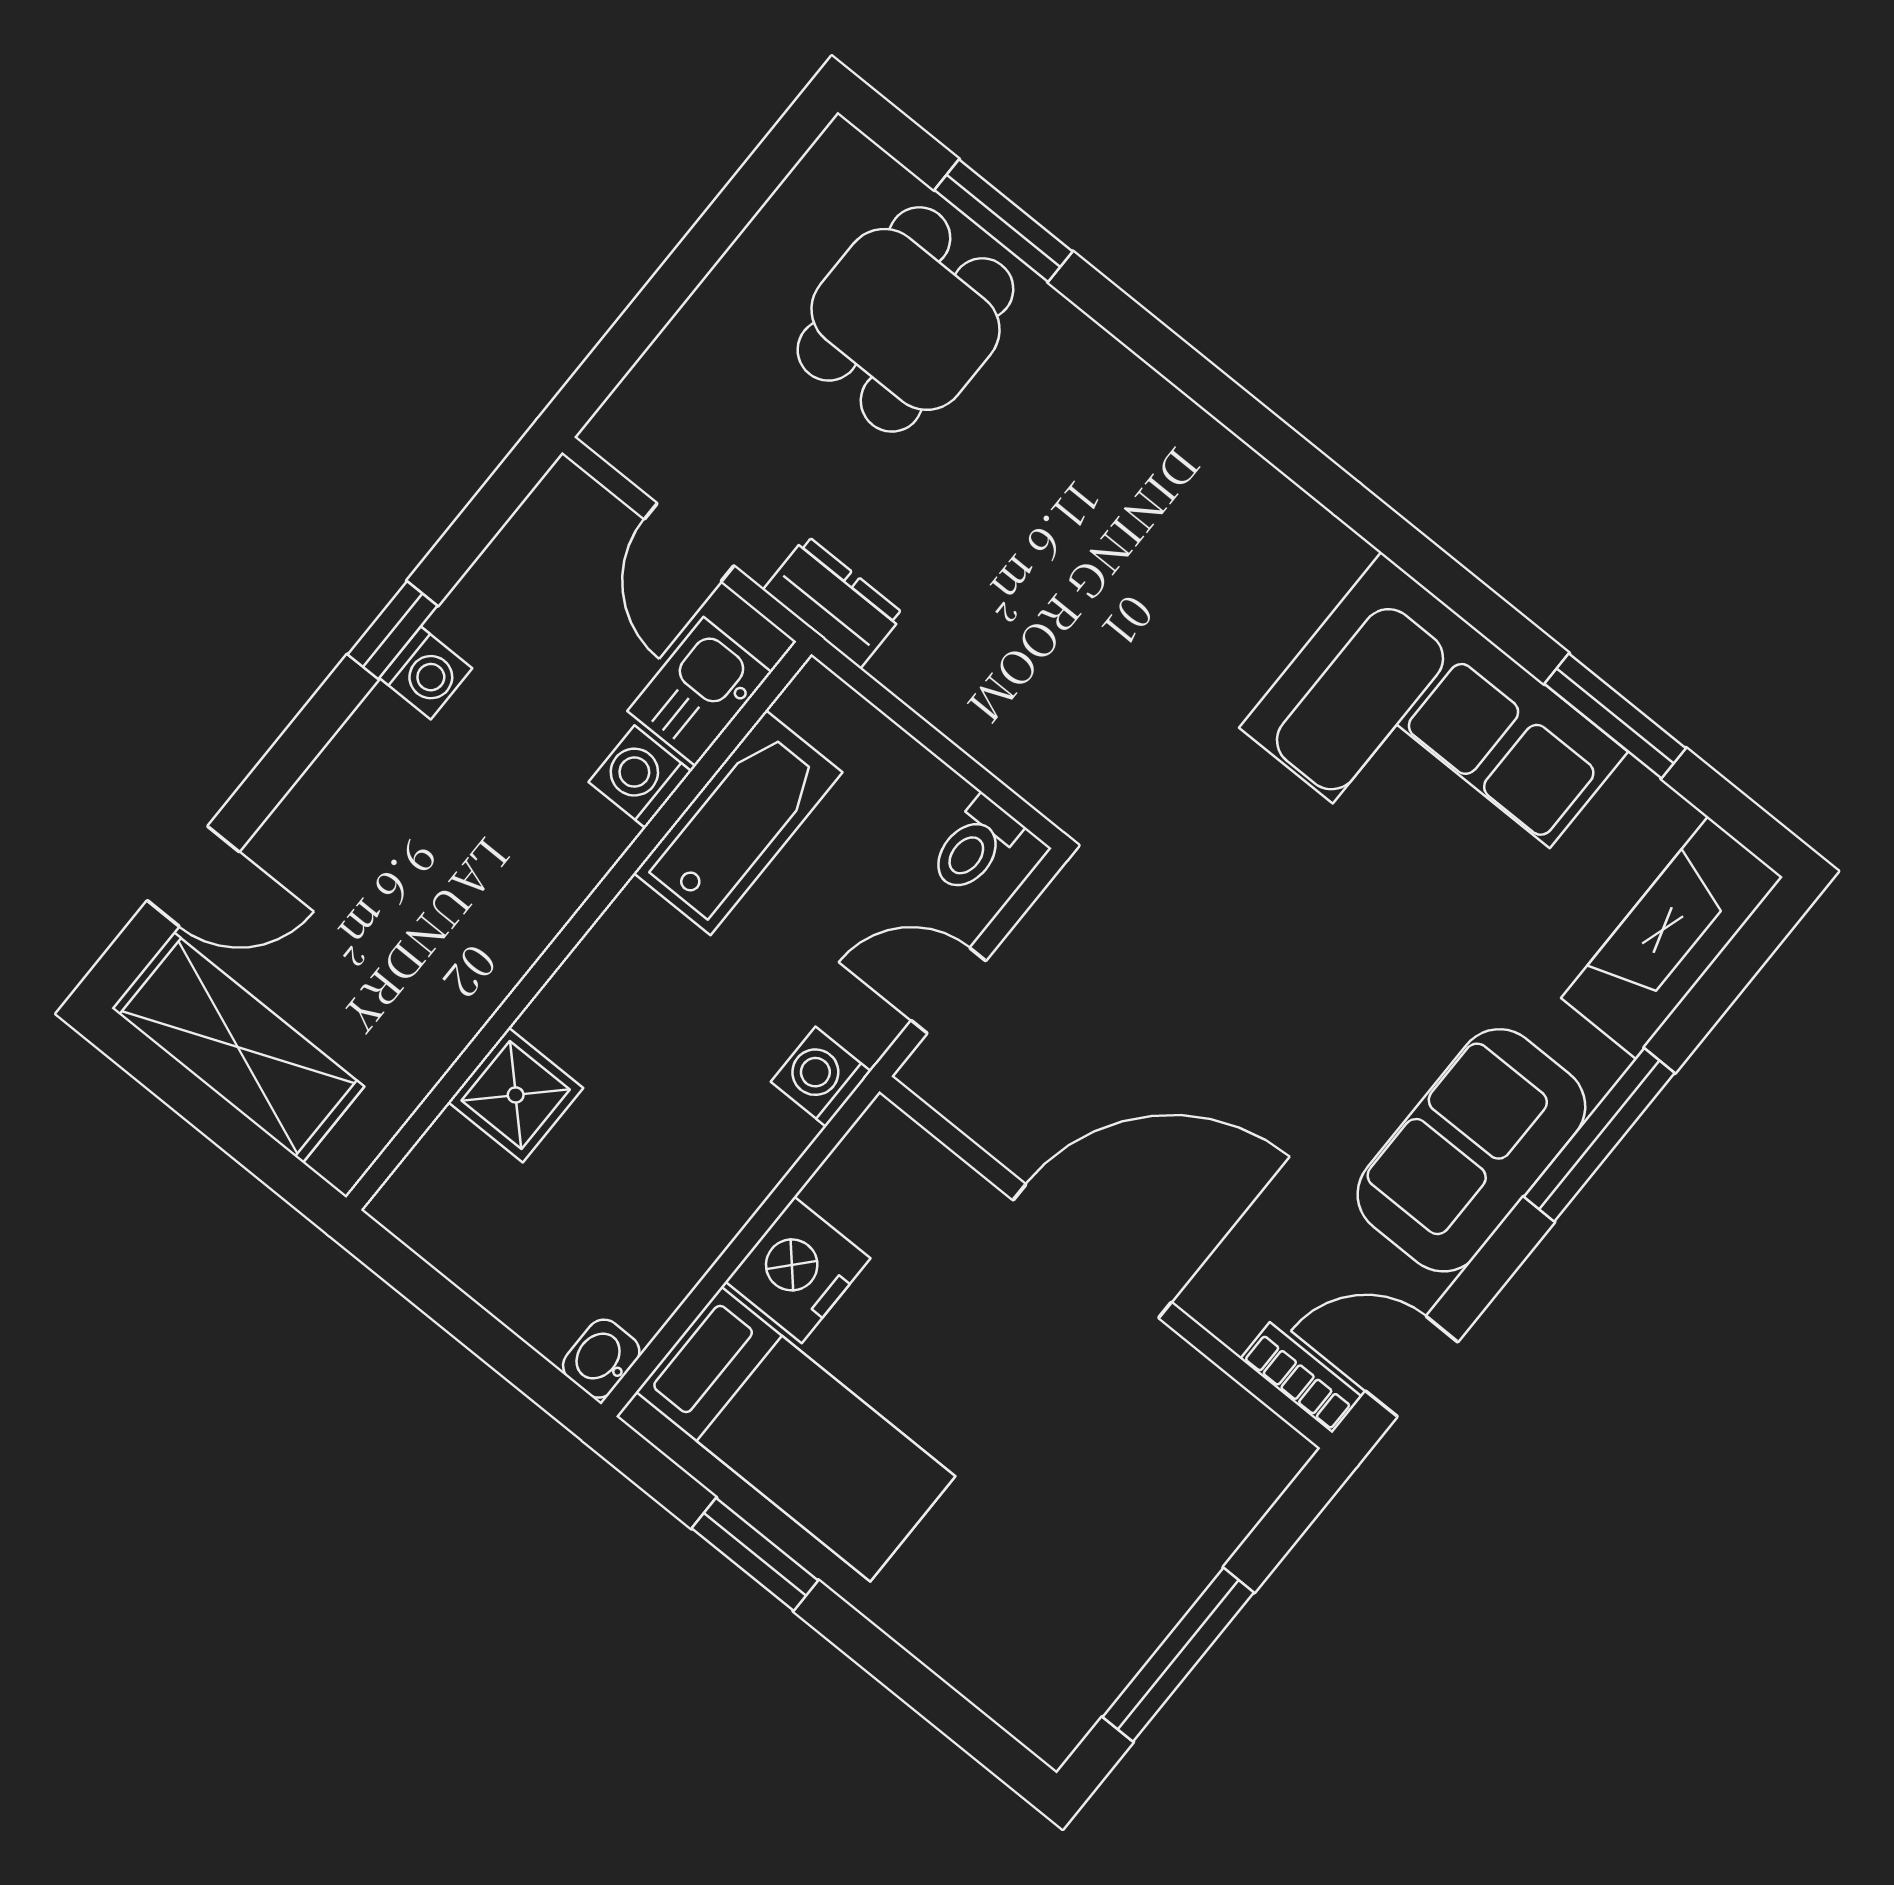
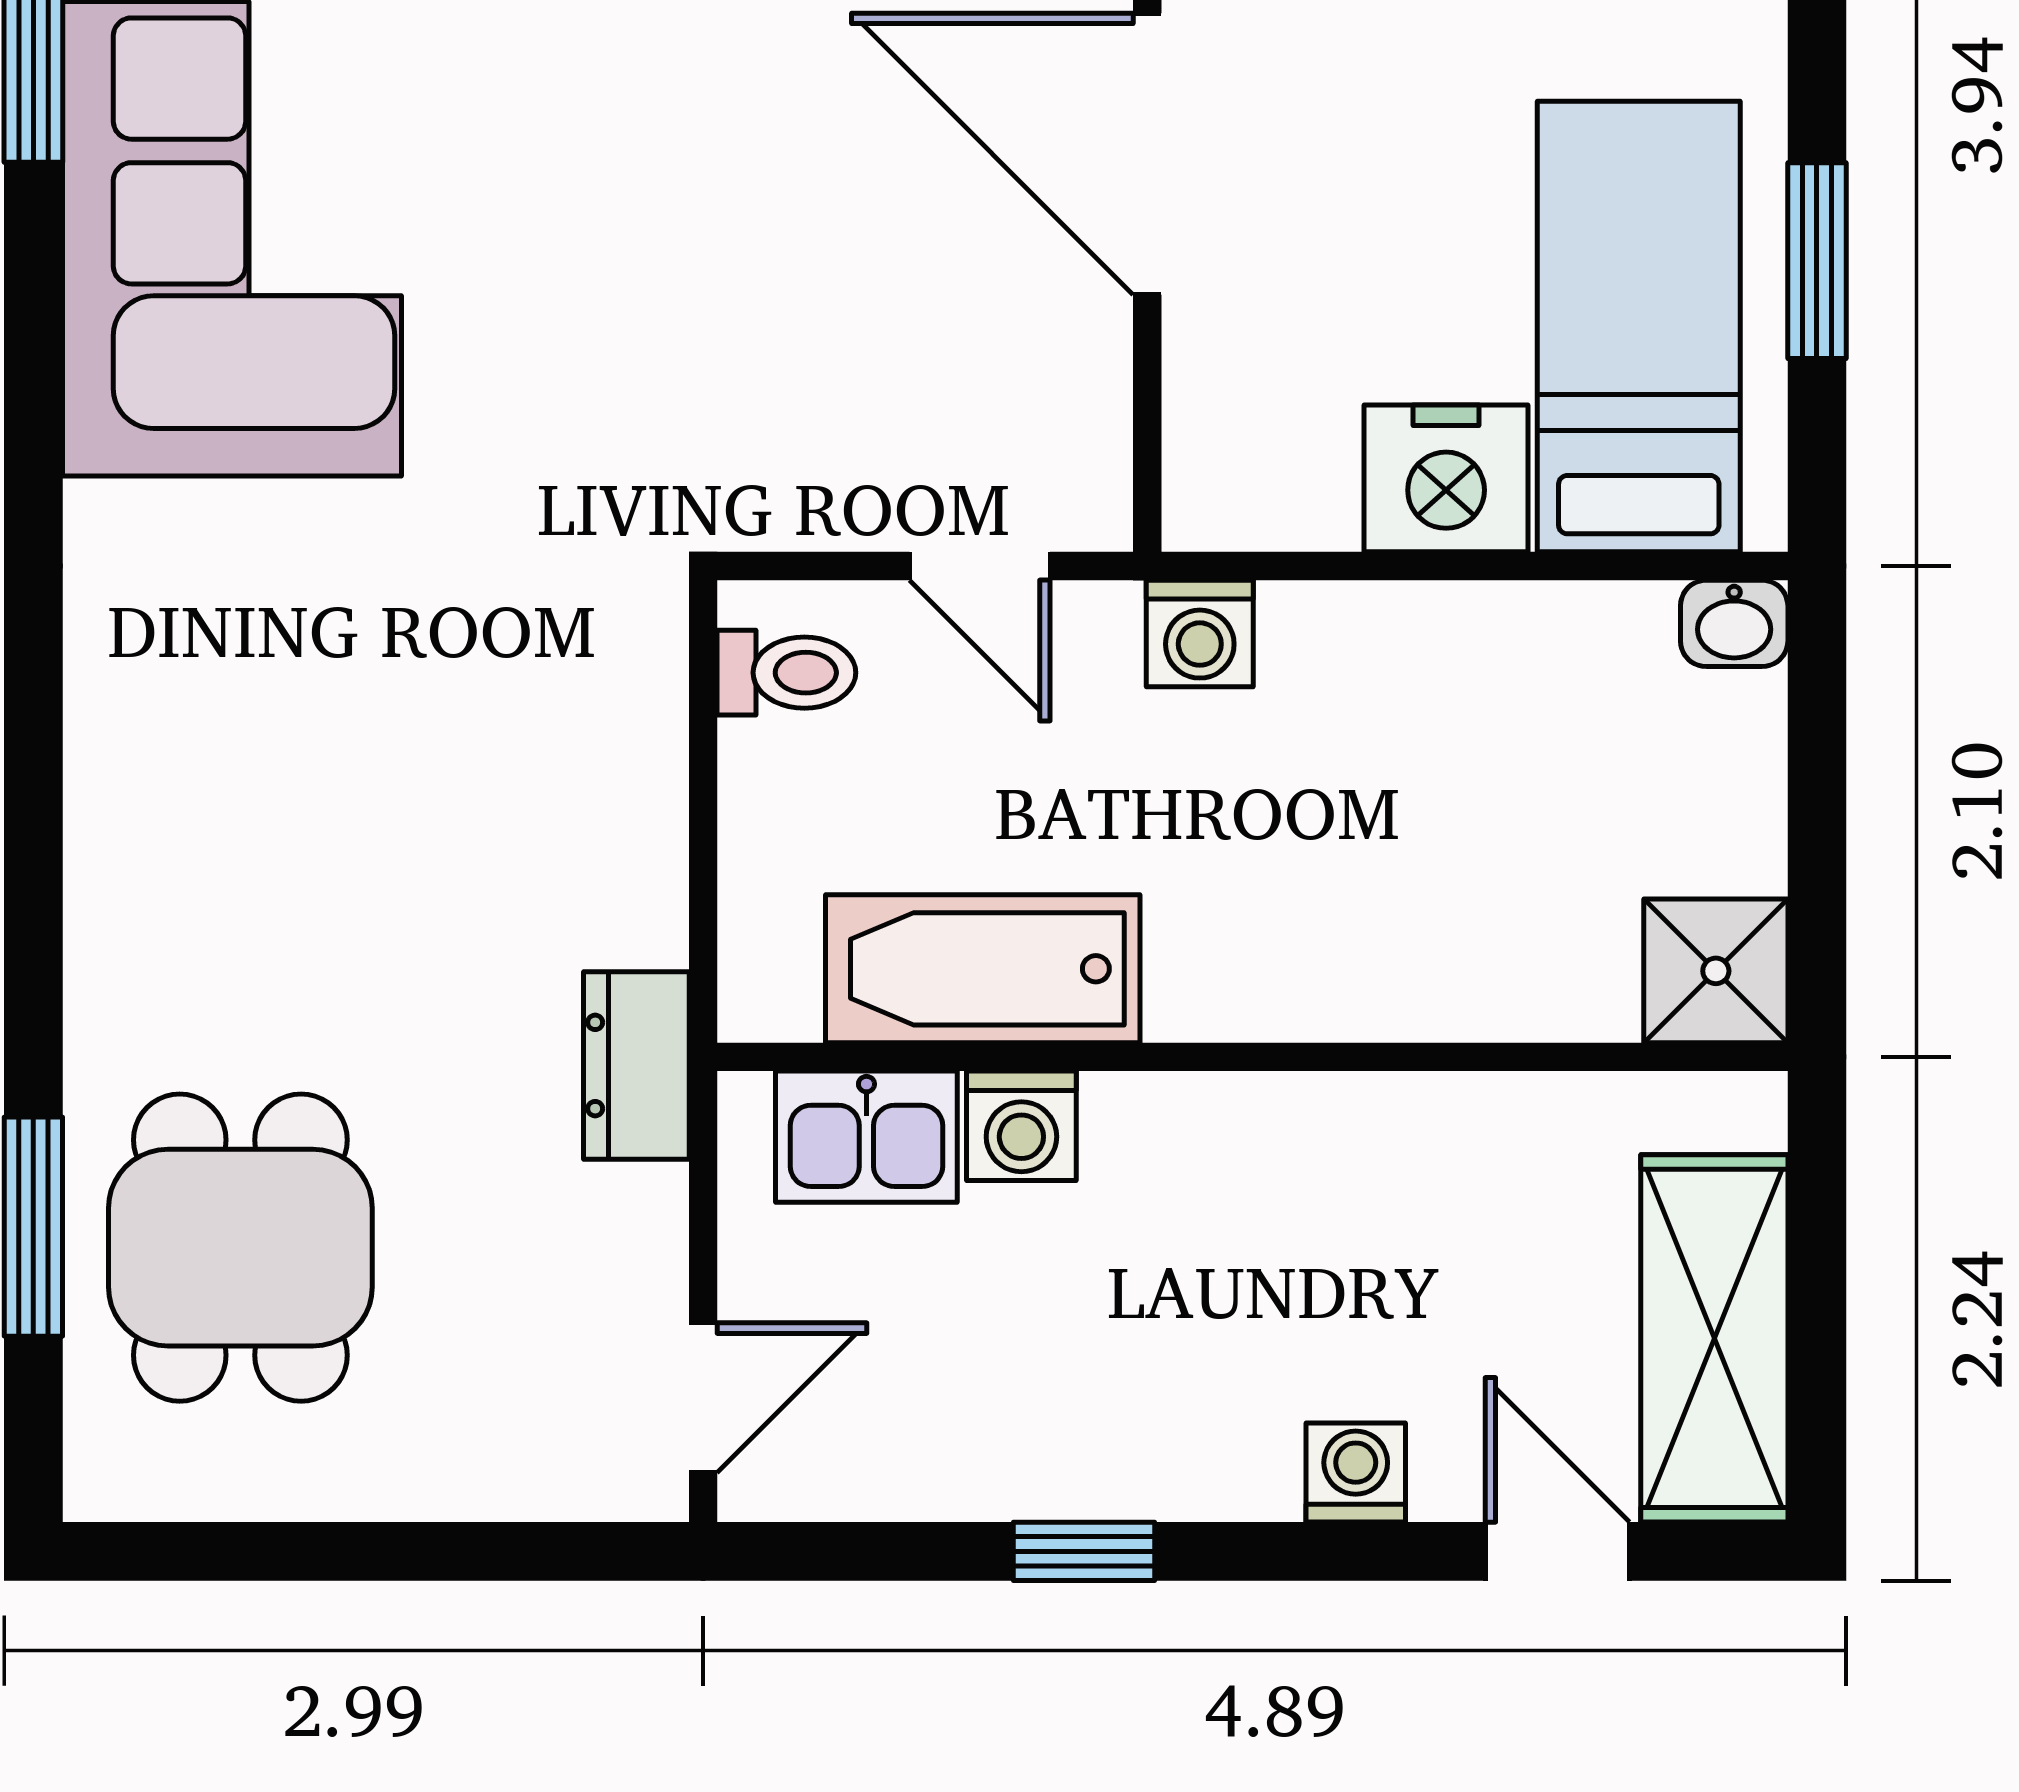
dining table: (905, 319) -> (240, 1248), turned 90
door: (689, 542) -> (703, 1398), moved
washing machine: (426, 673) -> (1356, 1473), moved
shower: (516, 1095) -> (1716, 971), moved

